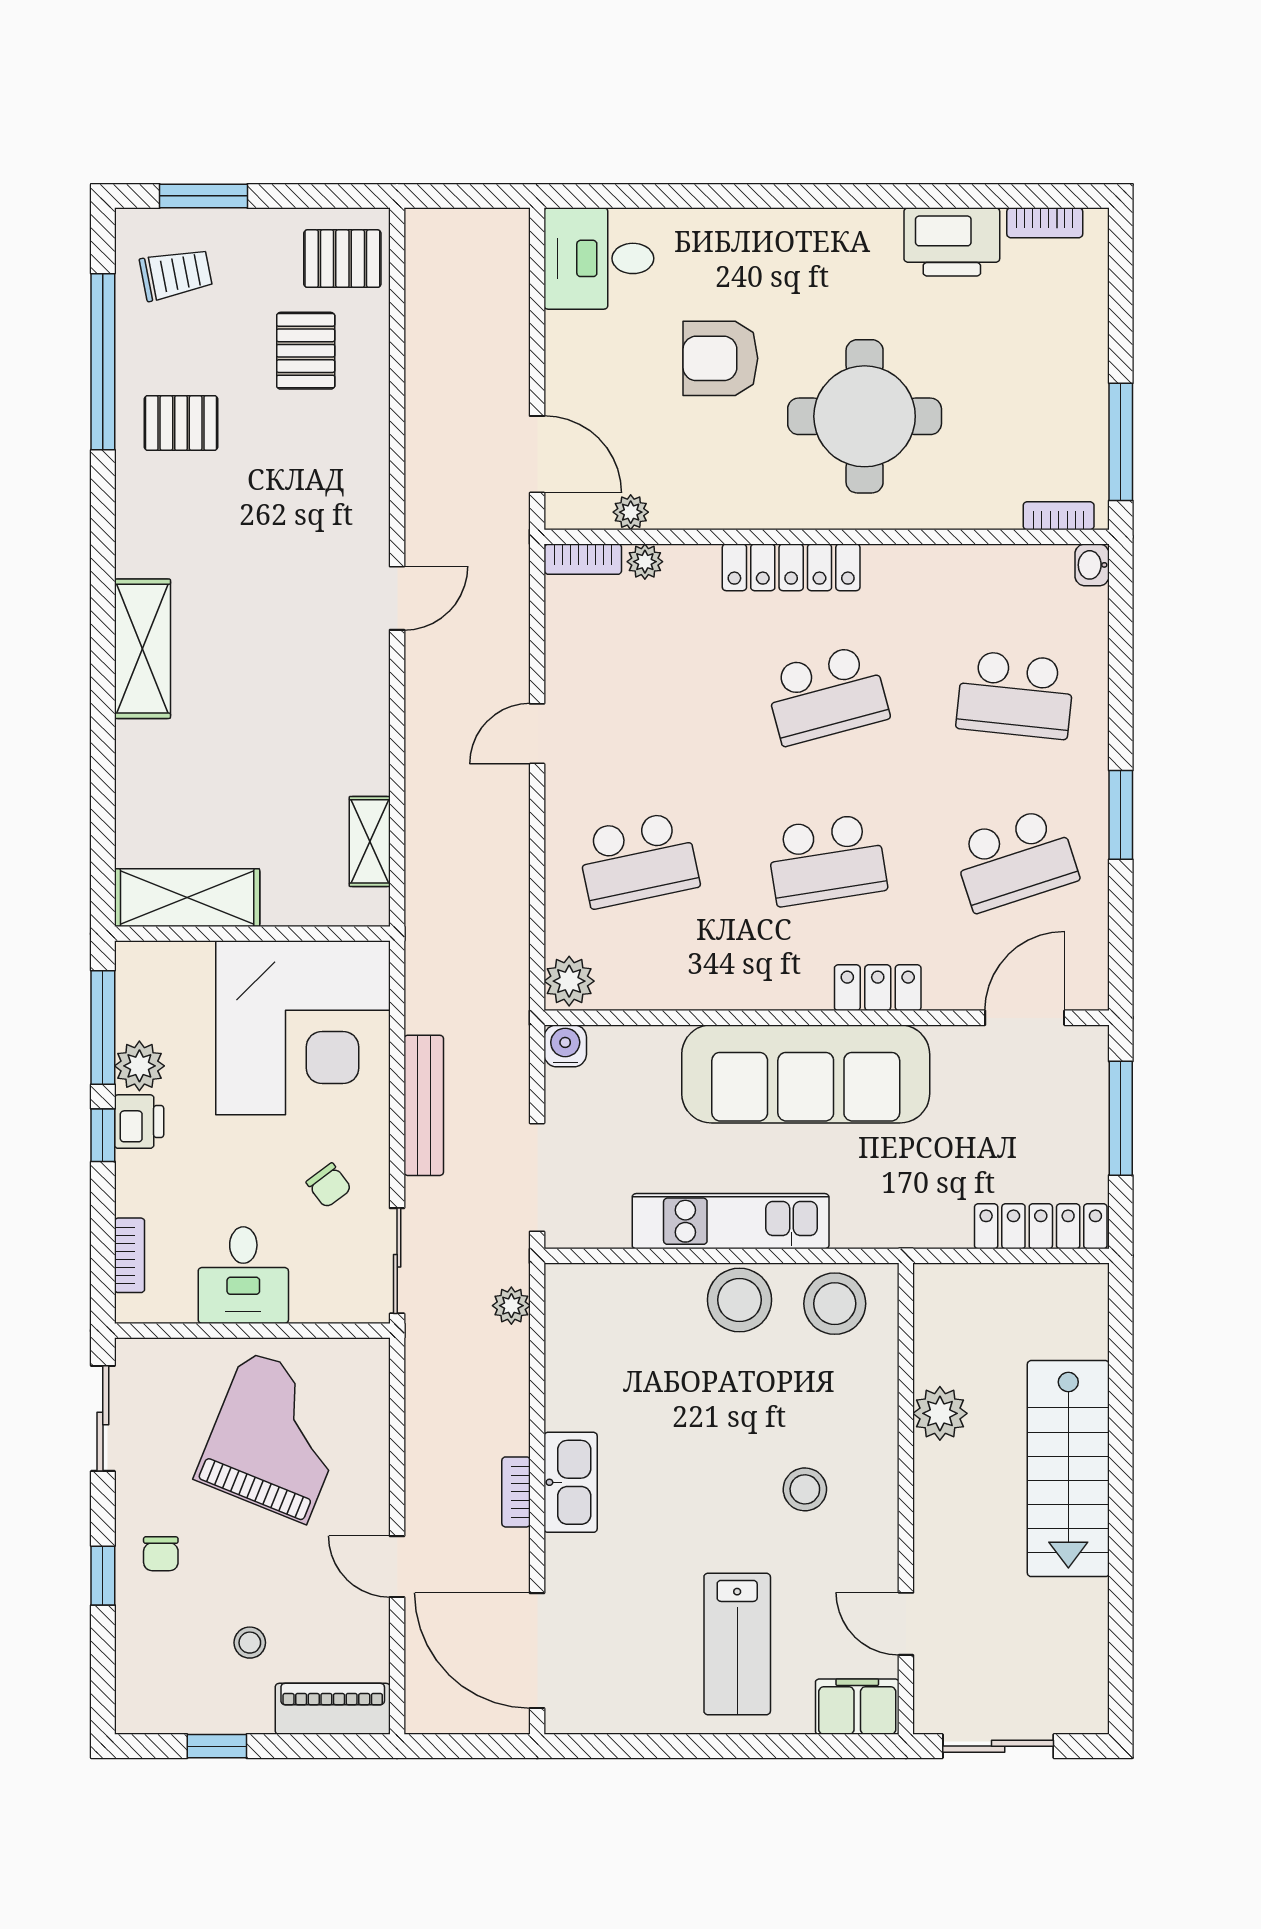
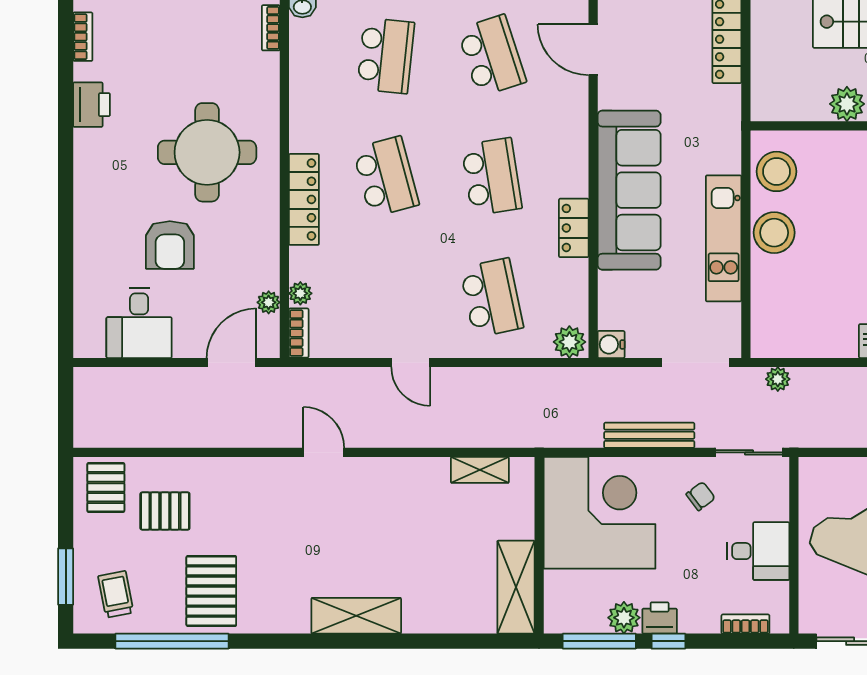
printer: (952, 242) -> (92, 105), width x0.73, depth x0.84
desk: (599, 258) -> (139, 323), moved
pallet: (181, 423) -> (211, 591), width x1.50, depth x1.42
locker: (878, 988) -> (574, 228), moved

